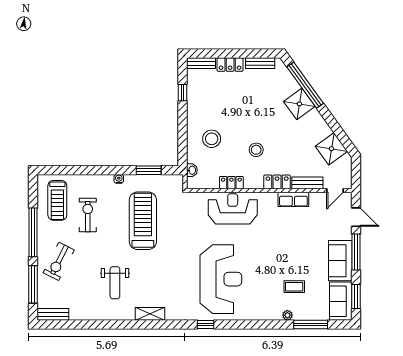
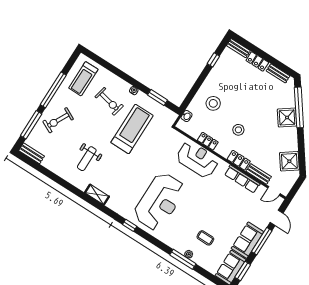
row of seats: (293, 199) -> (242, 179), width x1.48
exercise bike: (88, 215) -> (109, 101), moved, turned 102
window: (311, 325) -> (183, 259), moved

